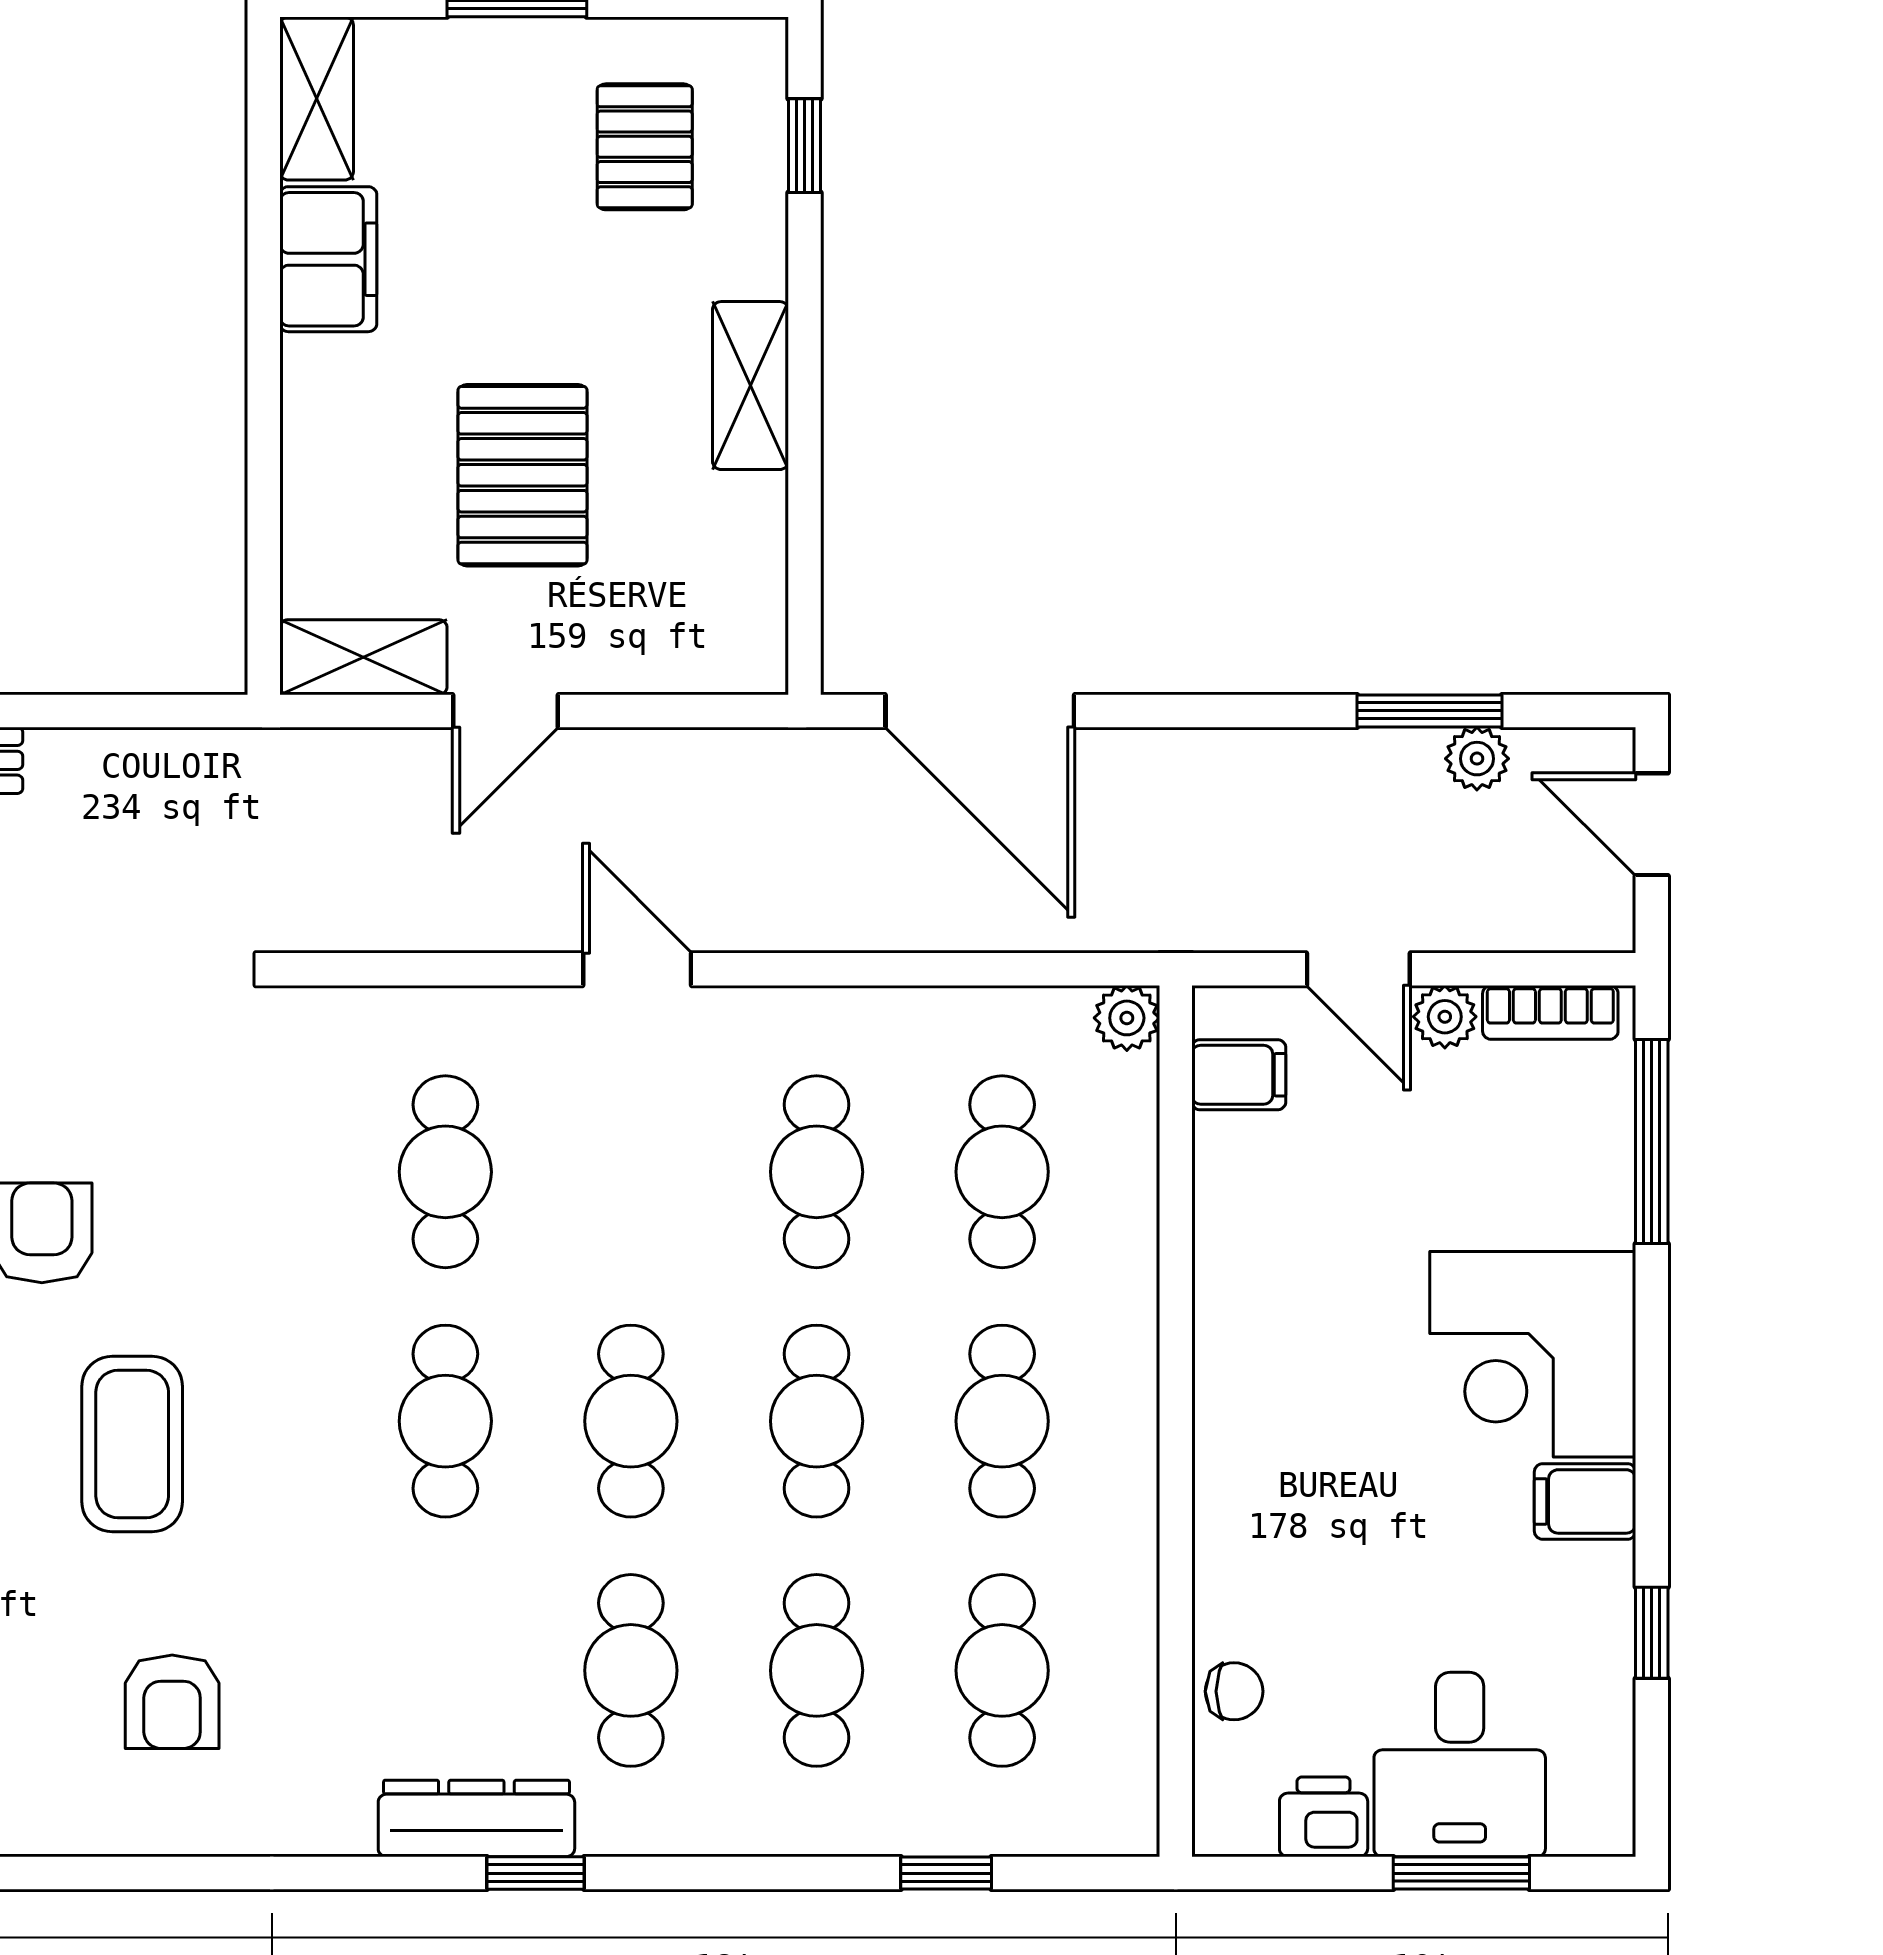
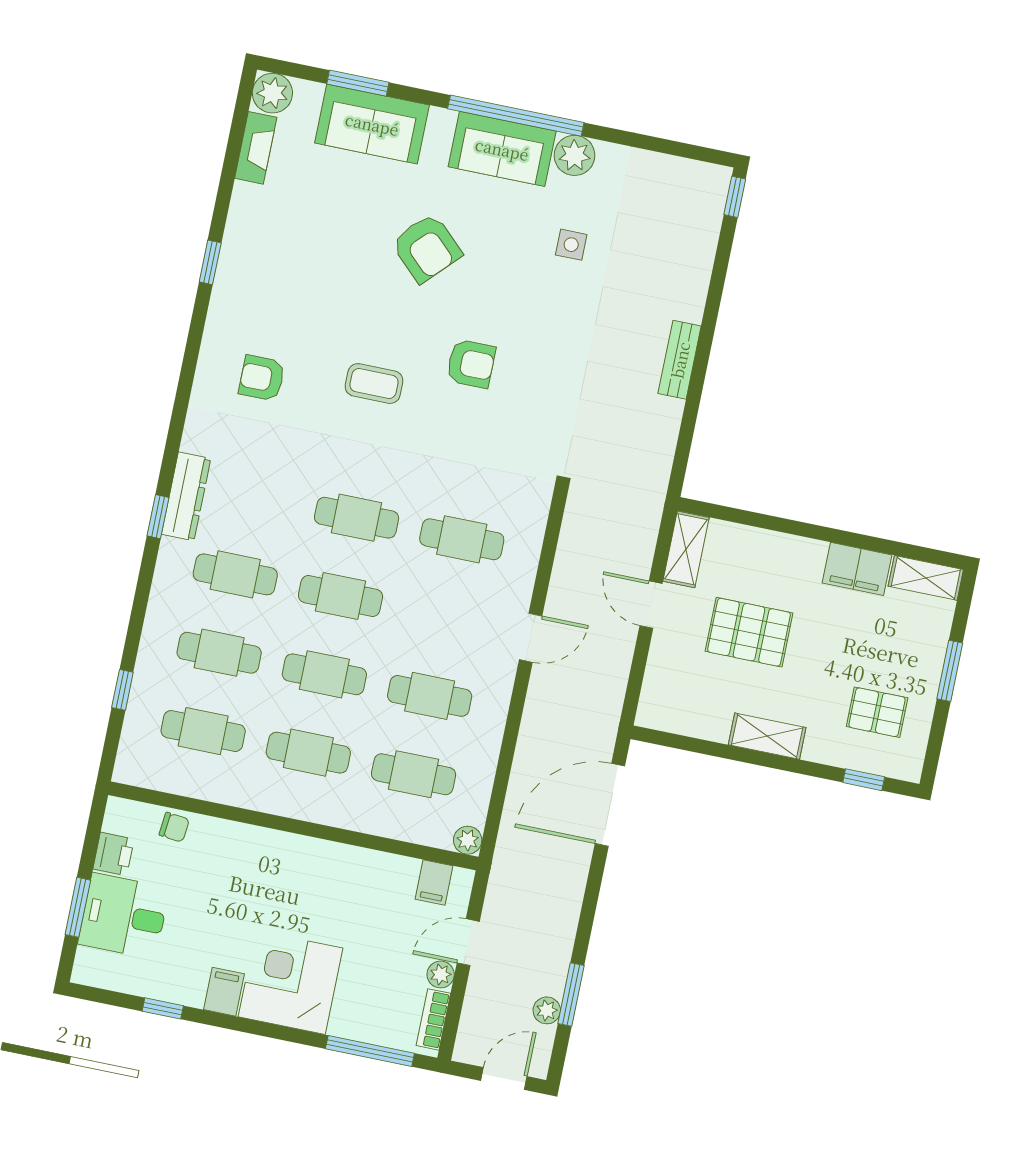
coffee table: (132, 1444) -> (374, 384), width x0.73, depth x0.77
chair: (1234, 1691) -> (174, 827), turned -84

